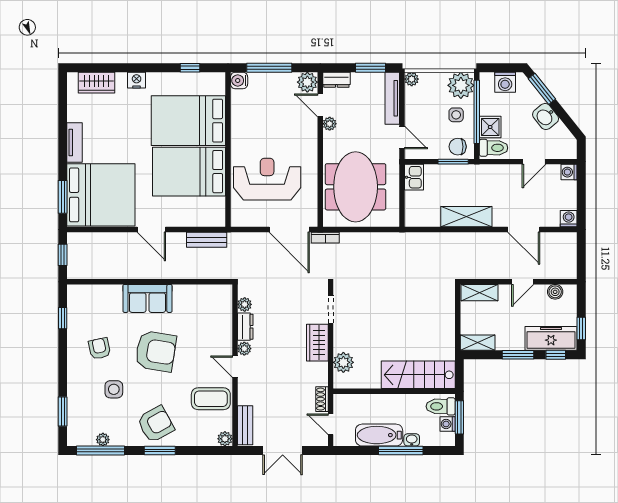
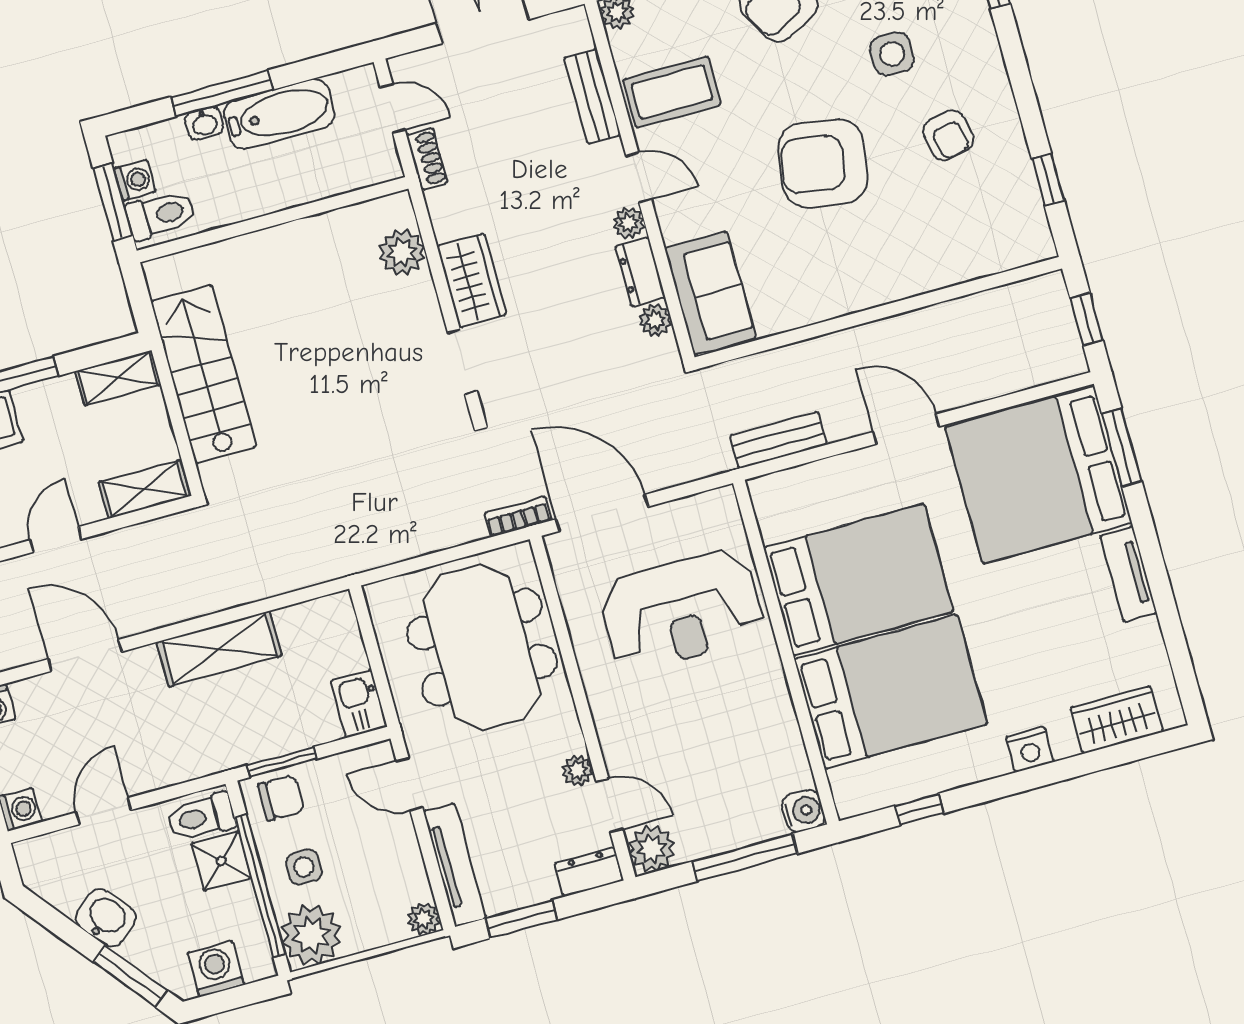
sofa: (147, 298) -> (710, 293), moved, turned 90
stairs: (418, 375) -> (204, 374), moved, turned -90
bench: (245, 425) -> (592, 96), moved

